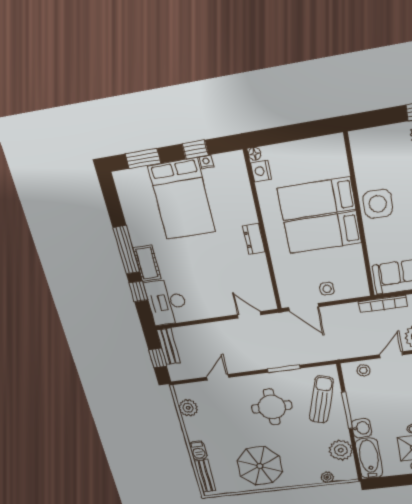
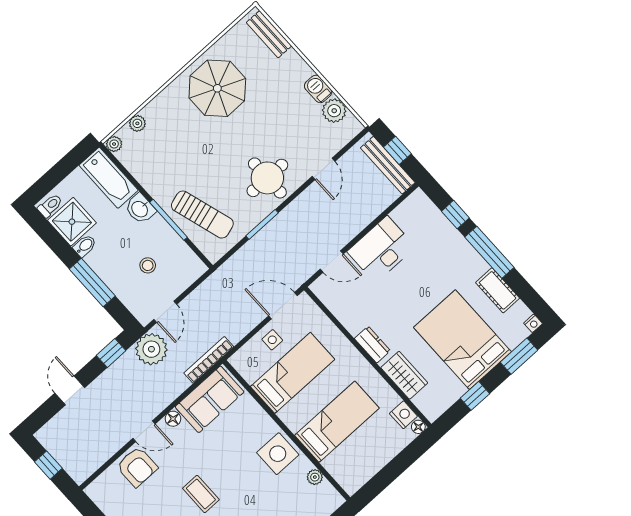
nightstand: (206, 162) -> (533, 323), moved
plant: (361, 167) -> (315, 477), added
wardrobe: (243, 201) -> (404, 375), added
bed: (323, 232) -> (293, 373), moved
cot: (147, 263) -> (498, 290), moved
desk: (167, 302) -> (381, 249), moved, turned -90
bench: (168, 346) -> (388, 165), width x1.36
stool: (363, 370) -> (148, 265), moved
sun lounger: (321, 400) -> (202, 215), turned -35
round table: (272, 407) -> (267, 178), moved
barbecue: (198, 450) -> (318, 89), moved
plant: (341, 450) -> (114, 144), moved, width x0.53, depth x0.53

